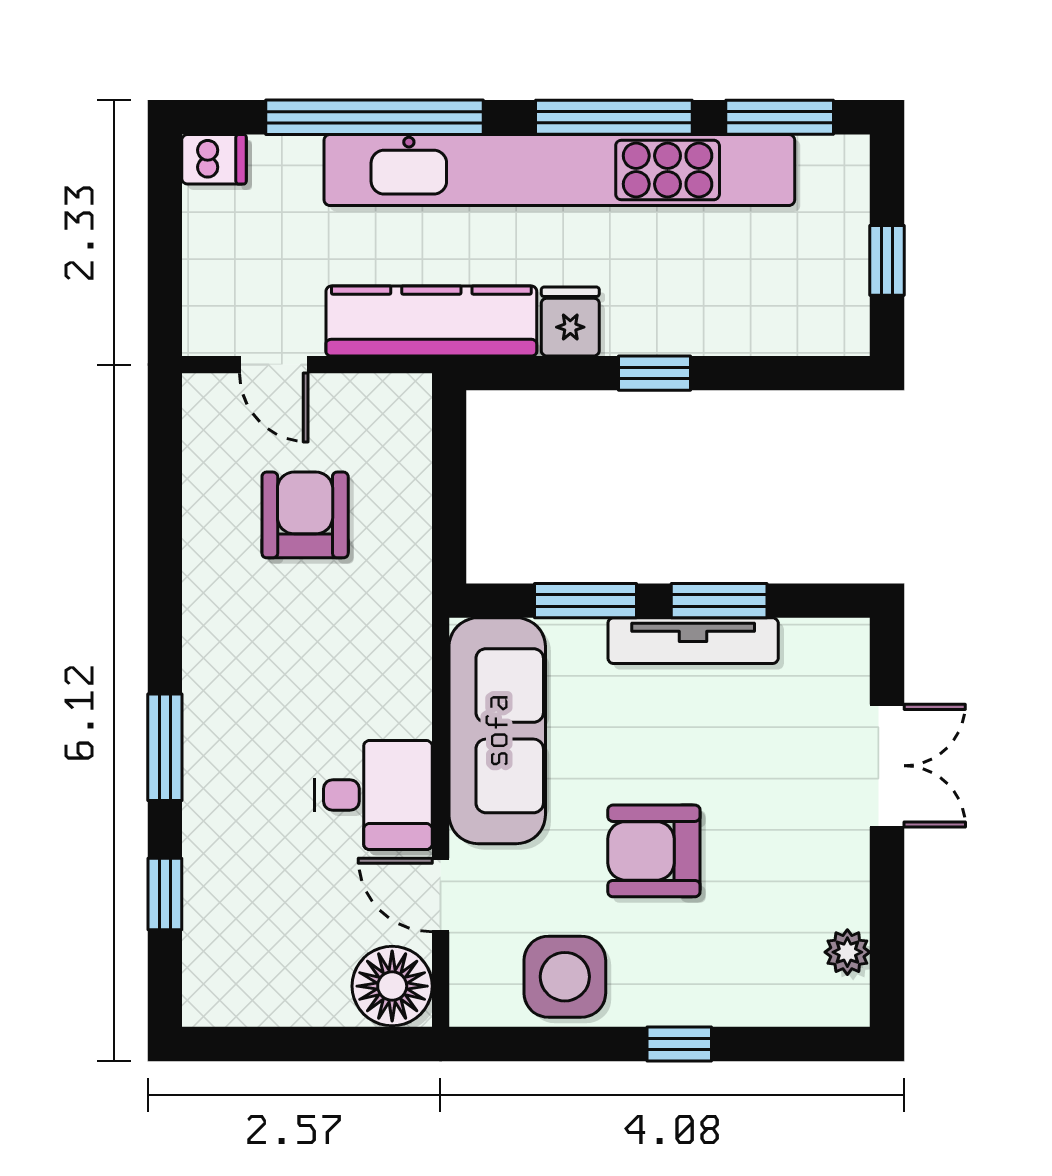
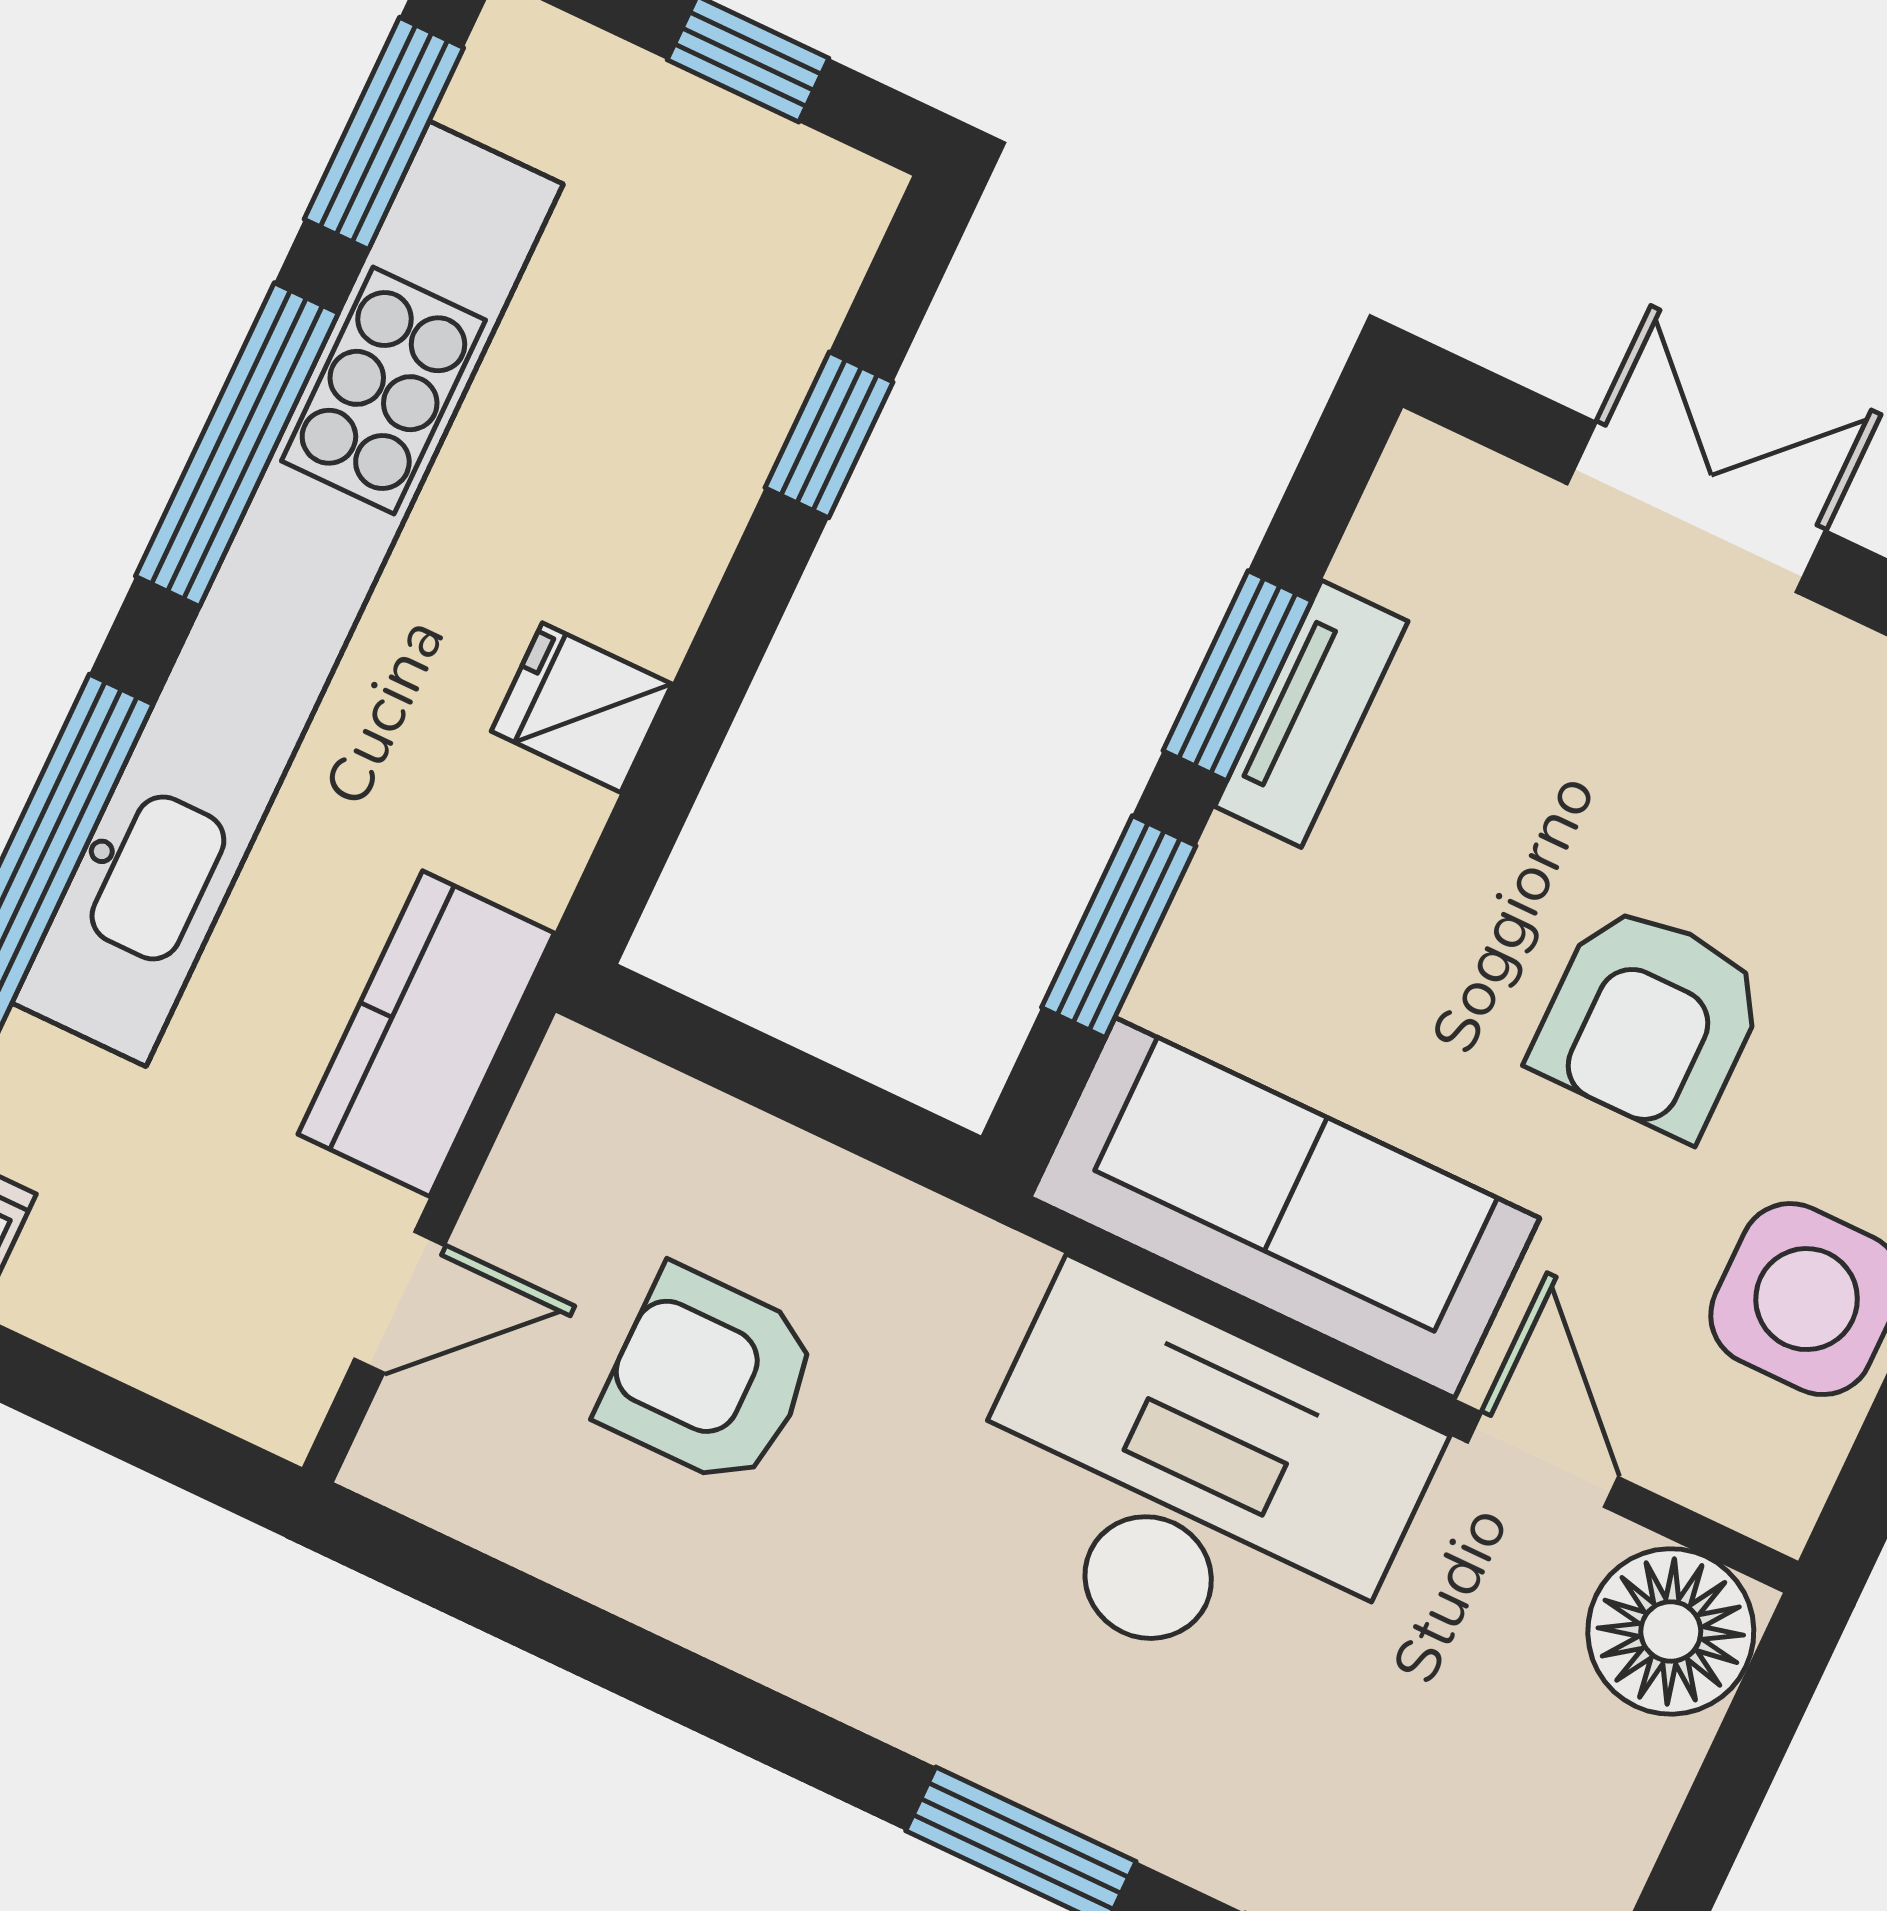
kitchen counter: (431, 321) -> (426, 1034), width x0.67
window: (655, 373) -> (829, 435), moved
tv unit: (693, 641) -> (1311, 714), width x0.71
desk: (373, 795) -> (1190, 1488), width x1.87, depth x1.30
door: (441, 895) -> (1543, 1460), swing flipped

